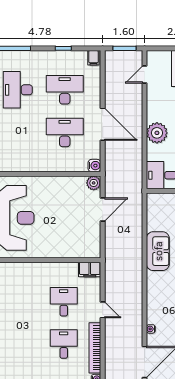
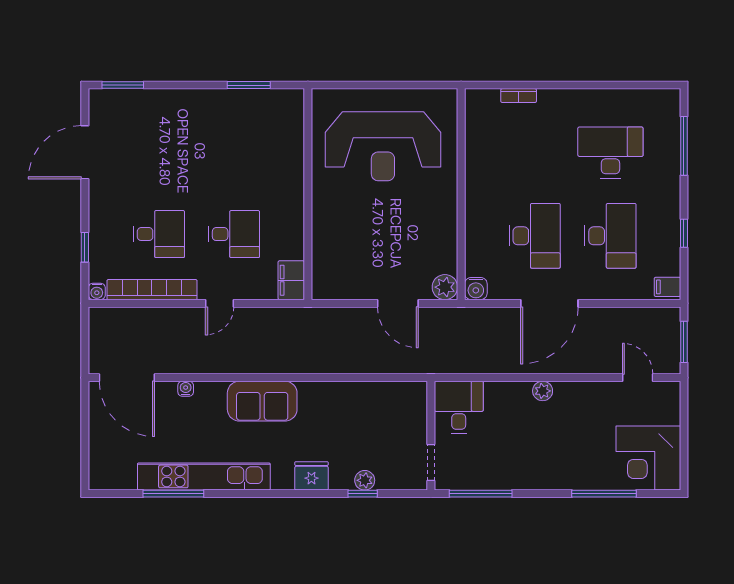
plant: (157, 133) -> (543, 391), width x0.53, depth x0.53
sofa: (158, 251) -> (262, 401), moved

